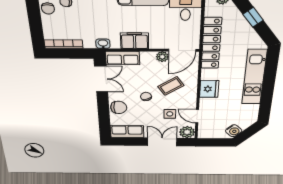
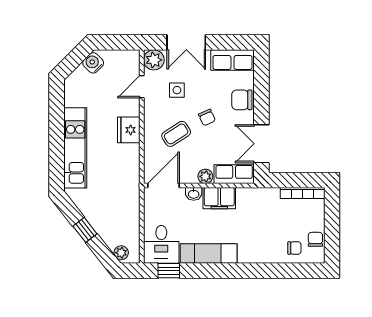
locker: (211, 43) -> (130, 195), removed
washbasin: (103, 44) -> (194, 194), moved
plant: (162, 57) -> (205, 176), moved
door: (197, 116) -> (142, 87), swing flipped

